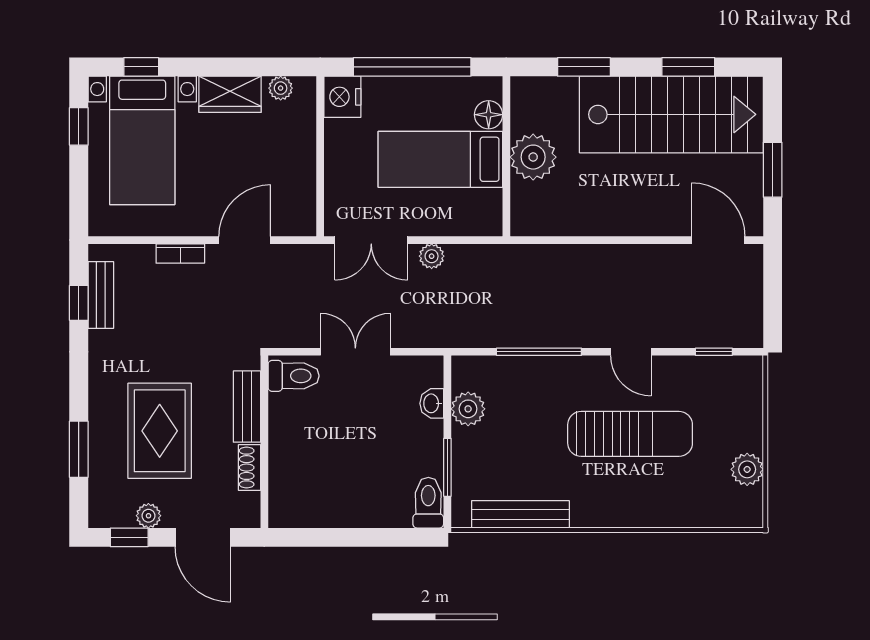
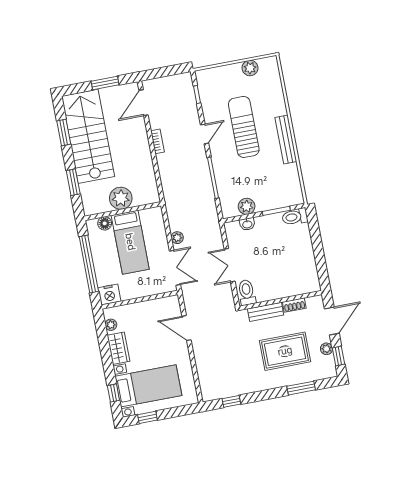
bookcase: (180, 253) -> (157, 141), moved
bench: (101, 295) -> (226, 392), removed
bench: (520, 514) -> (286, 140), moved

